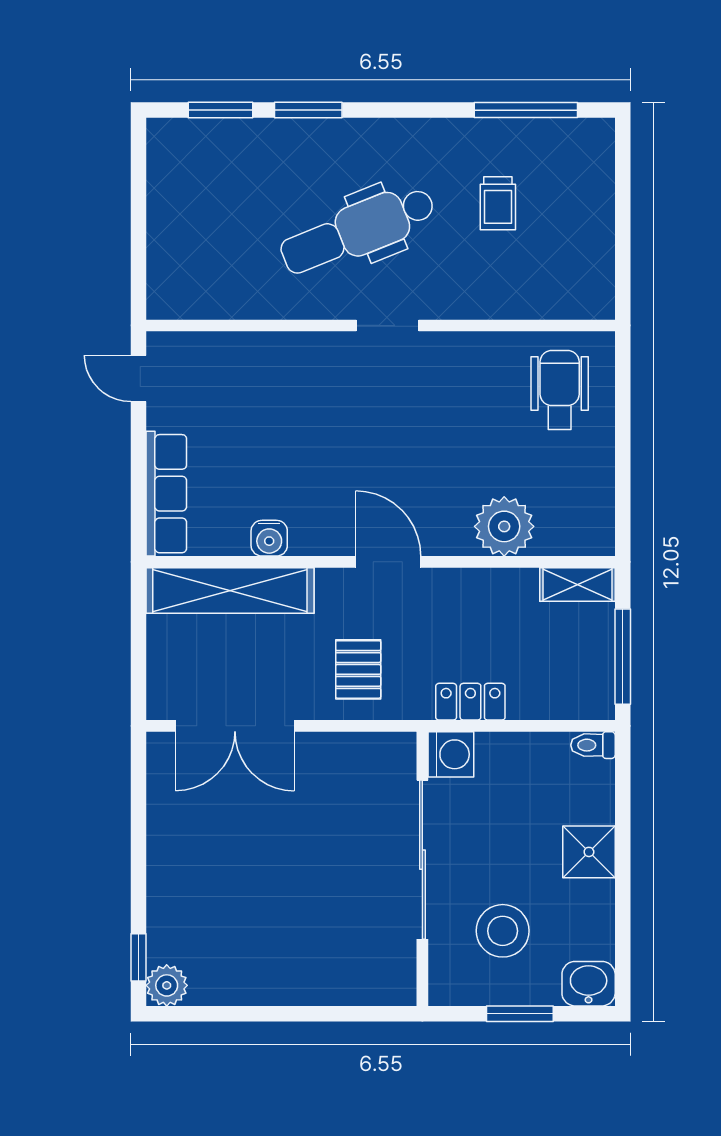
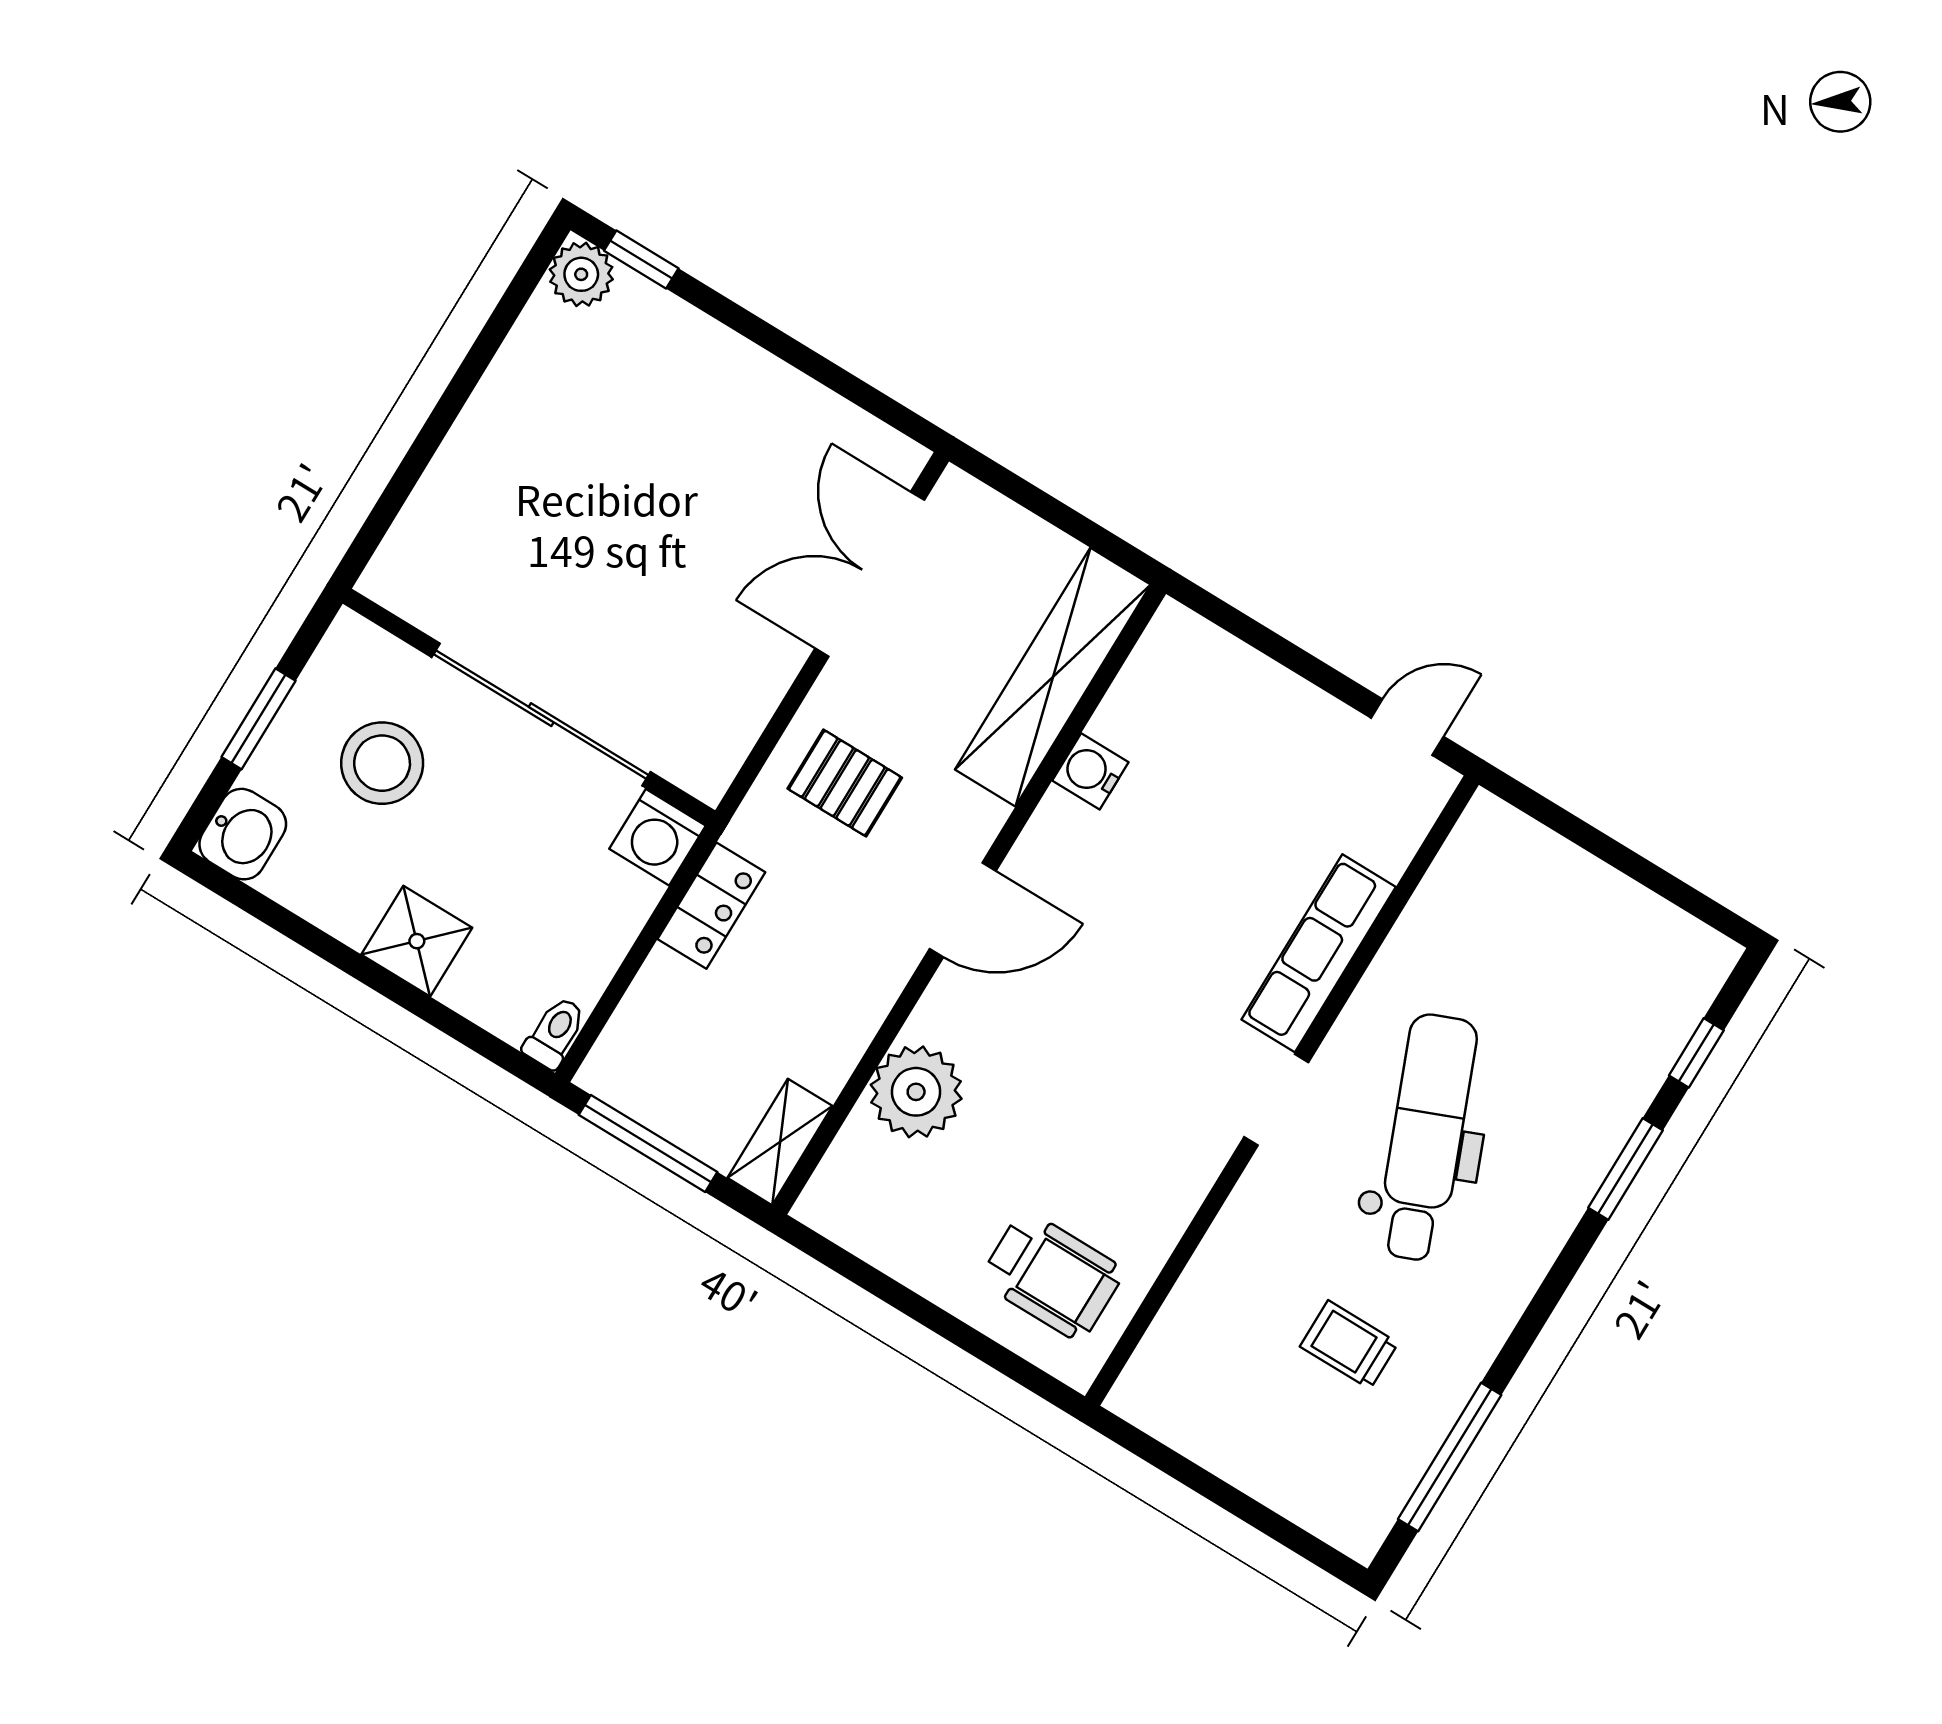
window: (221, 110) -> (1696, 1053), width x0.67
row of seats: (166, 494) -> (1319, 953), moved, turned 90

